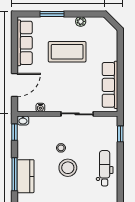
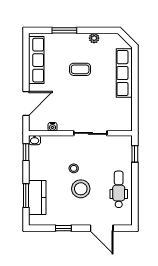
coffee table: (67, 52) -> (80, 69), width x0.54, depth x0.58
row of seats: (110, 85) -> (124, 73), moved
window: (15, 174) -> (26, 196), width x0.69

